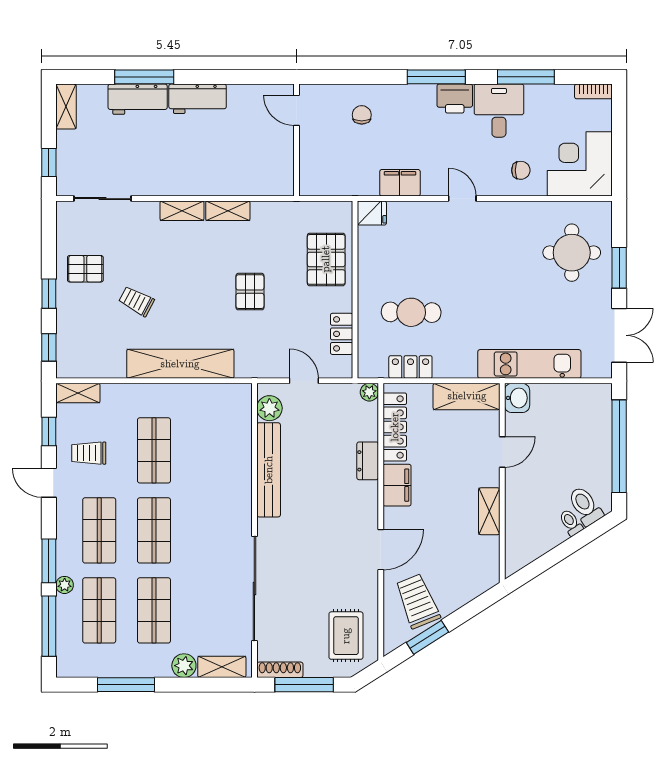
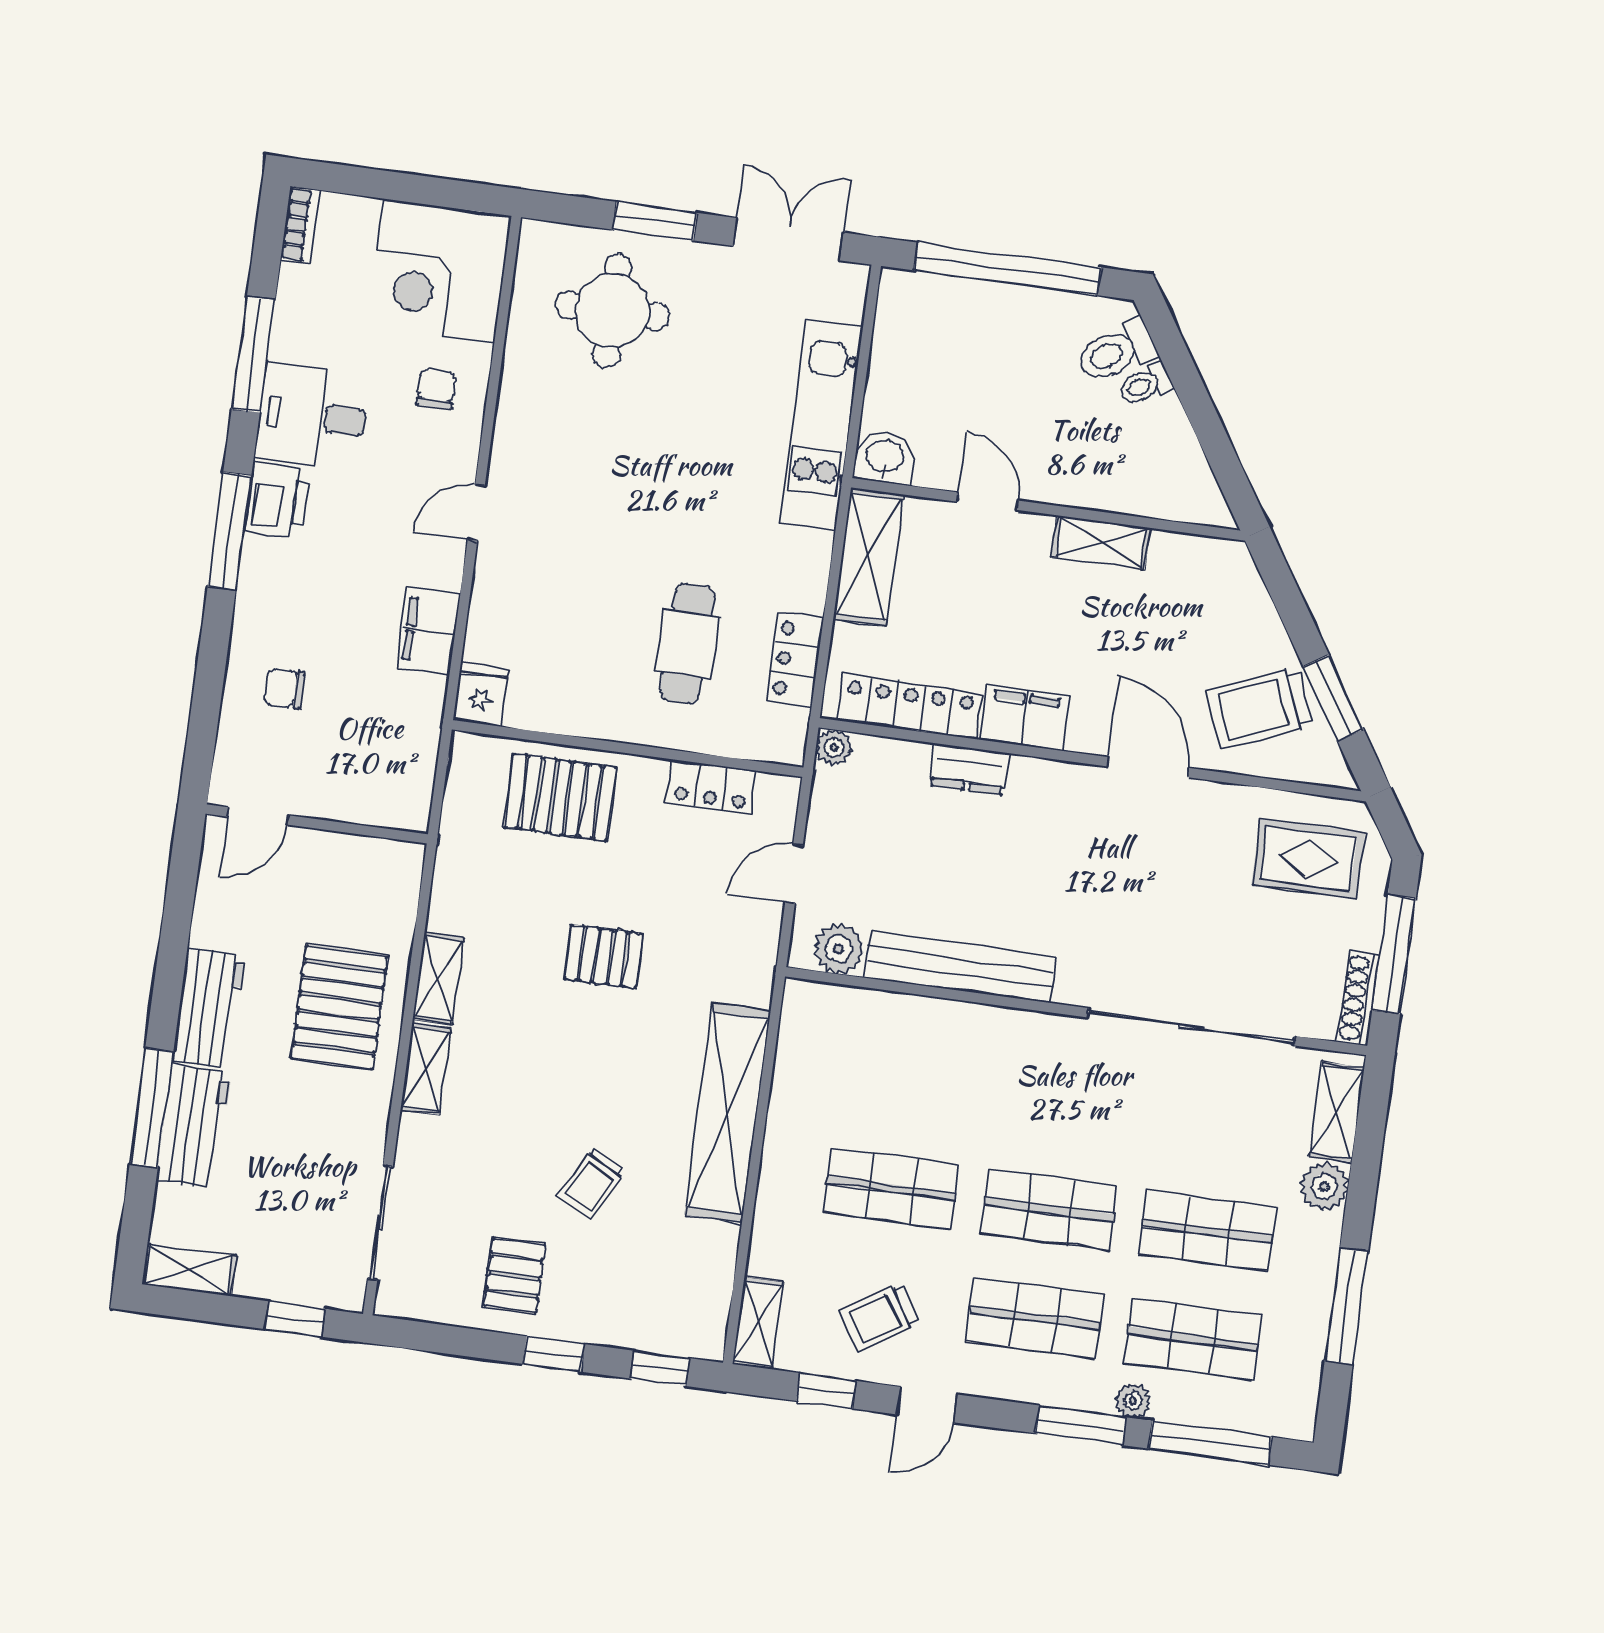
pallet: (207, 164) -> (339, 1007), added
trolley: (89, 453) -> (879, 1318), turned 58

